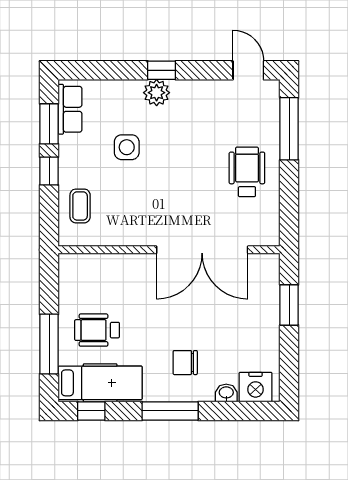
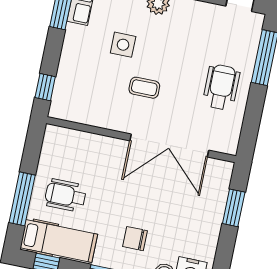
window: (49, 171) -> (45, 87), moved
coffee table: (80, 206) -> (144, 88), moved, turned 90

